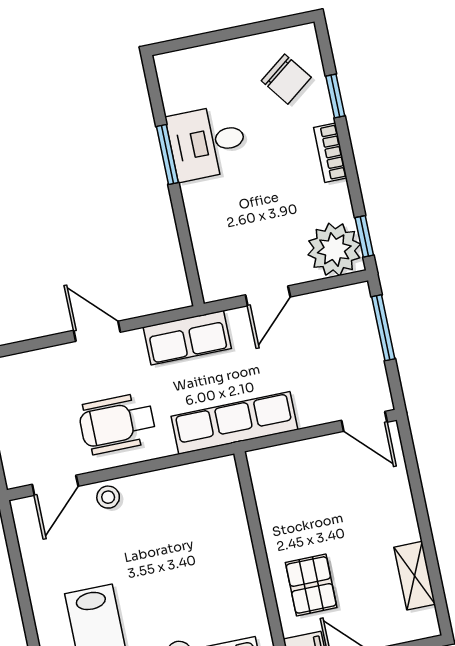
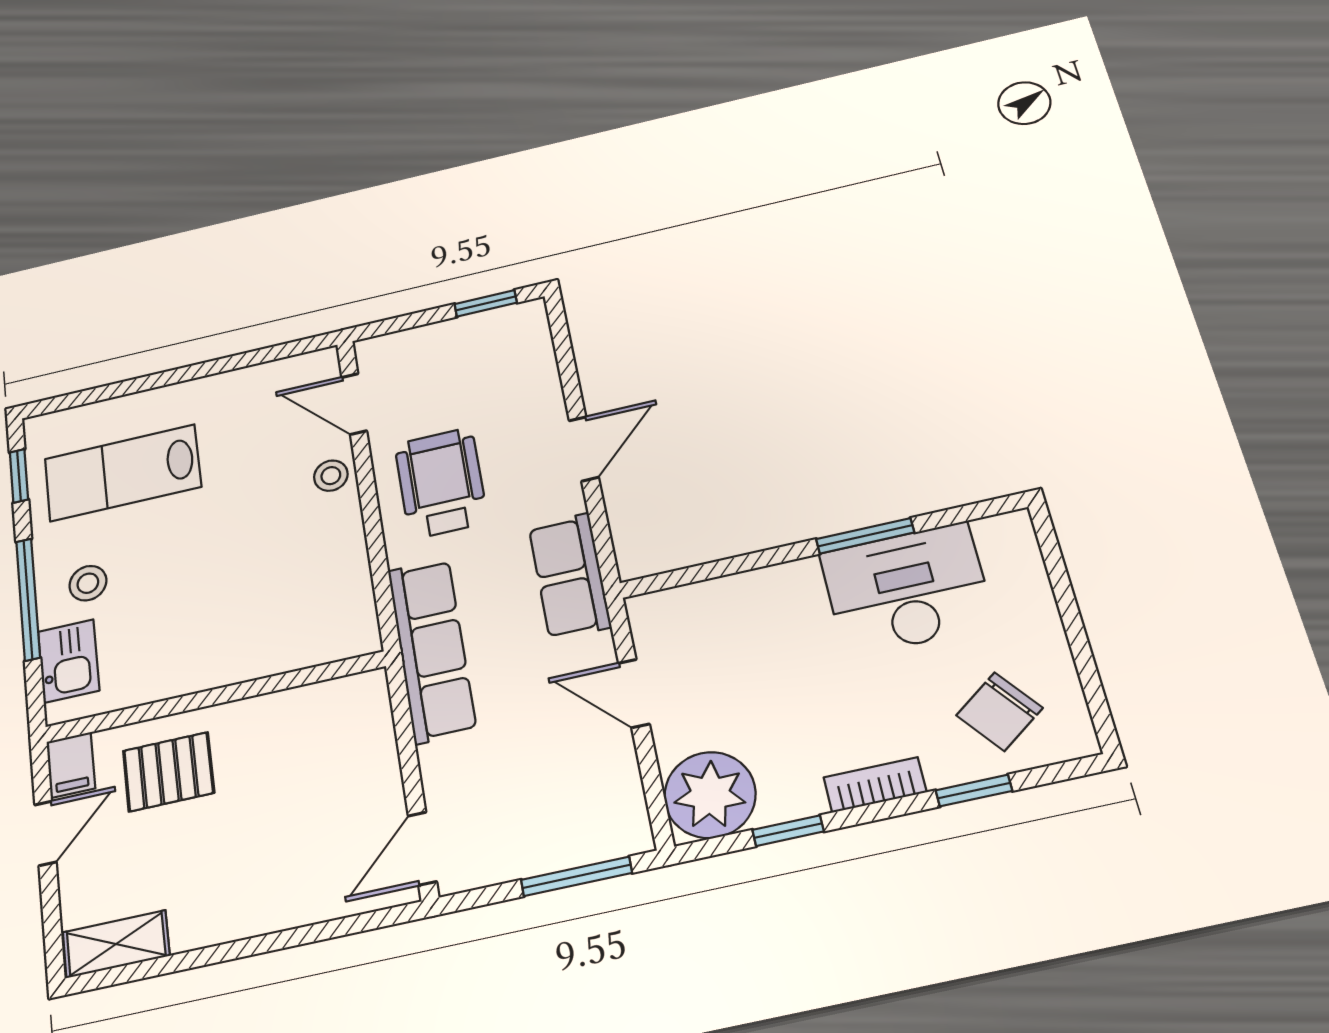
desk: (207, 143) -> (907, 589), width x1.37
window: (364, 236) -> (788, 831), moved
shelving: (415, 576) -> (116, 944), moved

